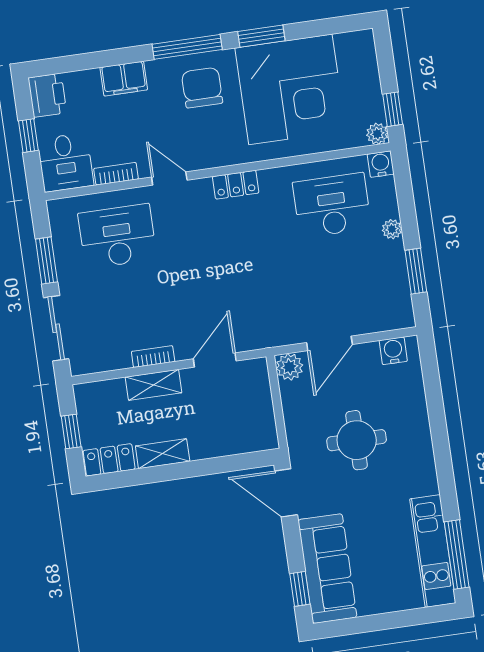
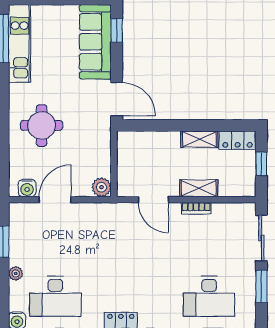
door: (329, 343) -> (55, 200), moved
door: (215, 360) -> (153, 200), hinge flipped
round table: (357, 440) -> (42, 125), moved

